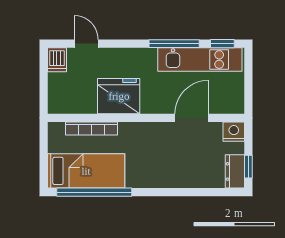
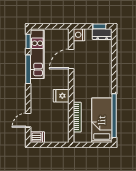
fridge: (119, 96) -> (61, 96), width x0.53, depth x0.75
door: (192, 118) -> (71, 59), hinge flipped

